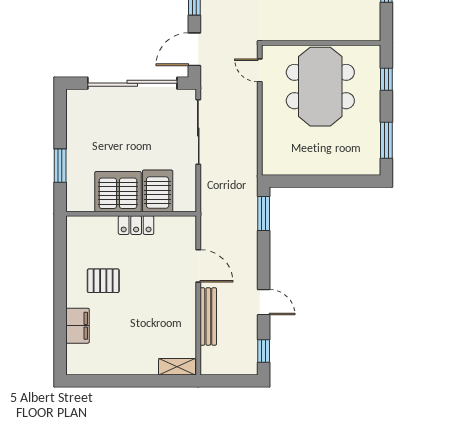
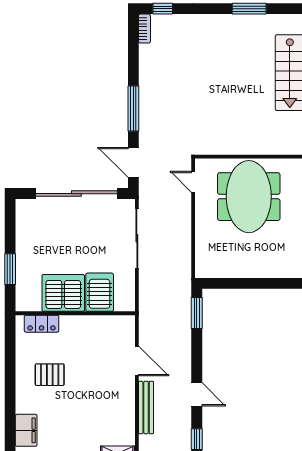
door: (194, 49) -> (133, 162), hinge flipped
locker: (136, 225) -> (42, 324), moved
filing cabinet: (78, 326) -> (26, 430), moved

